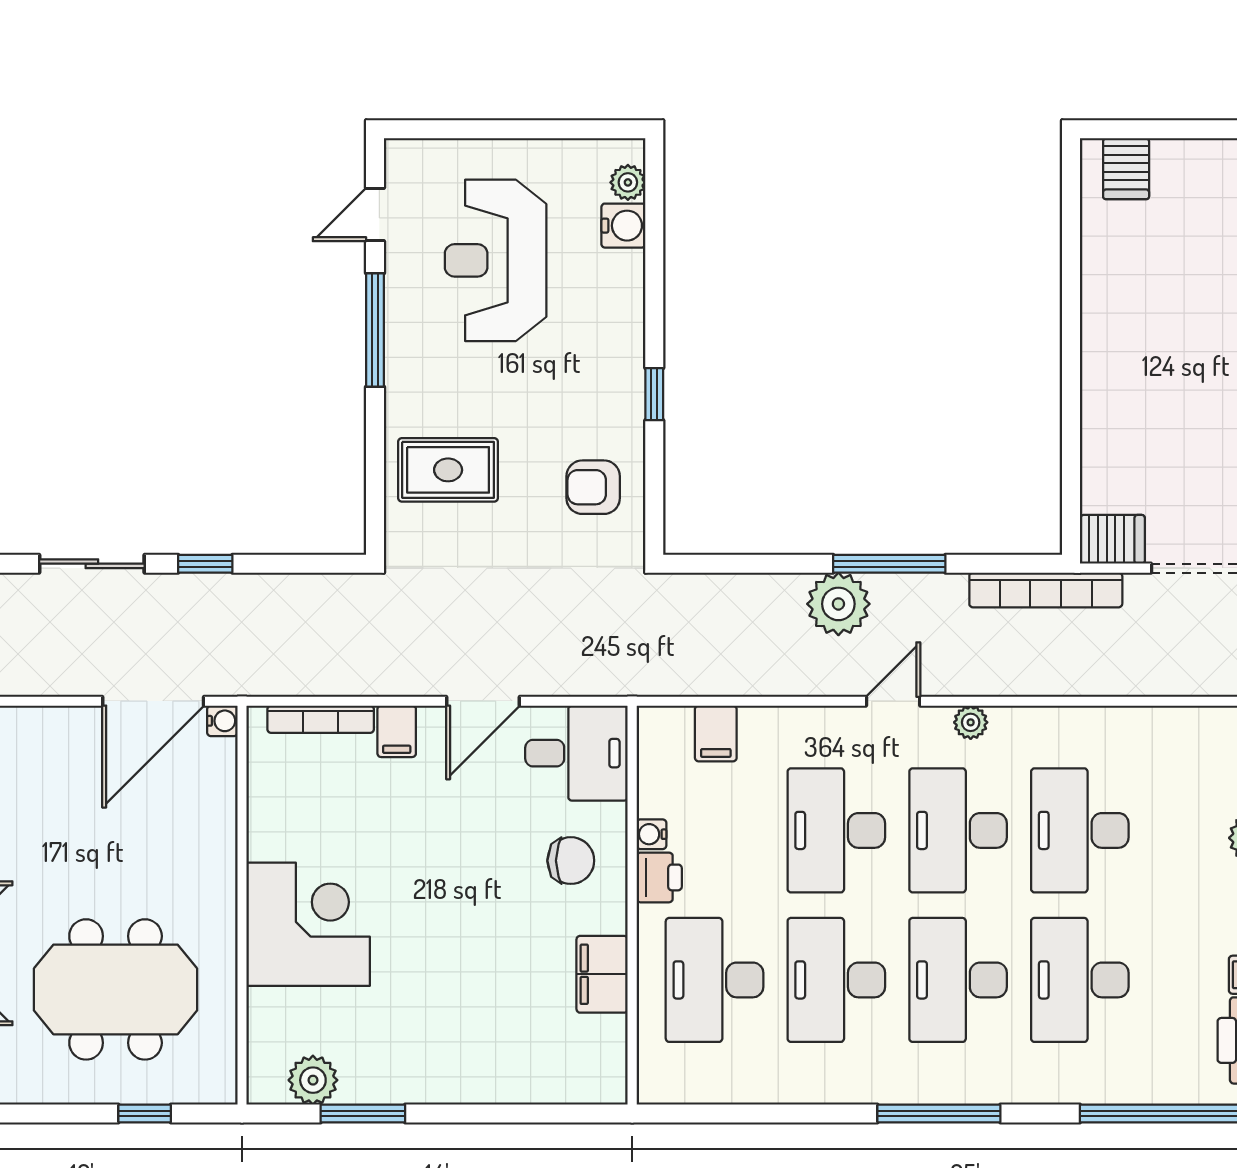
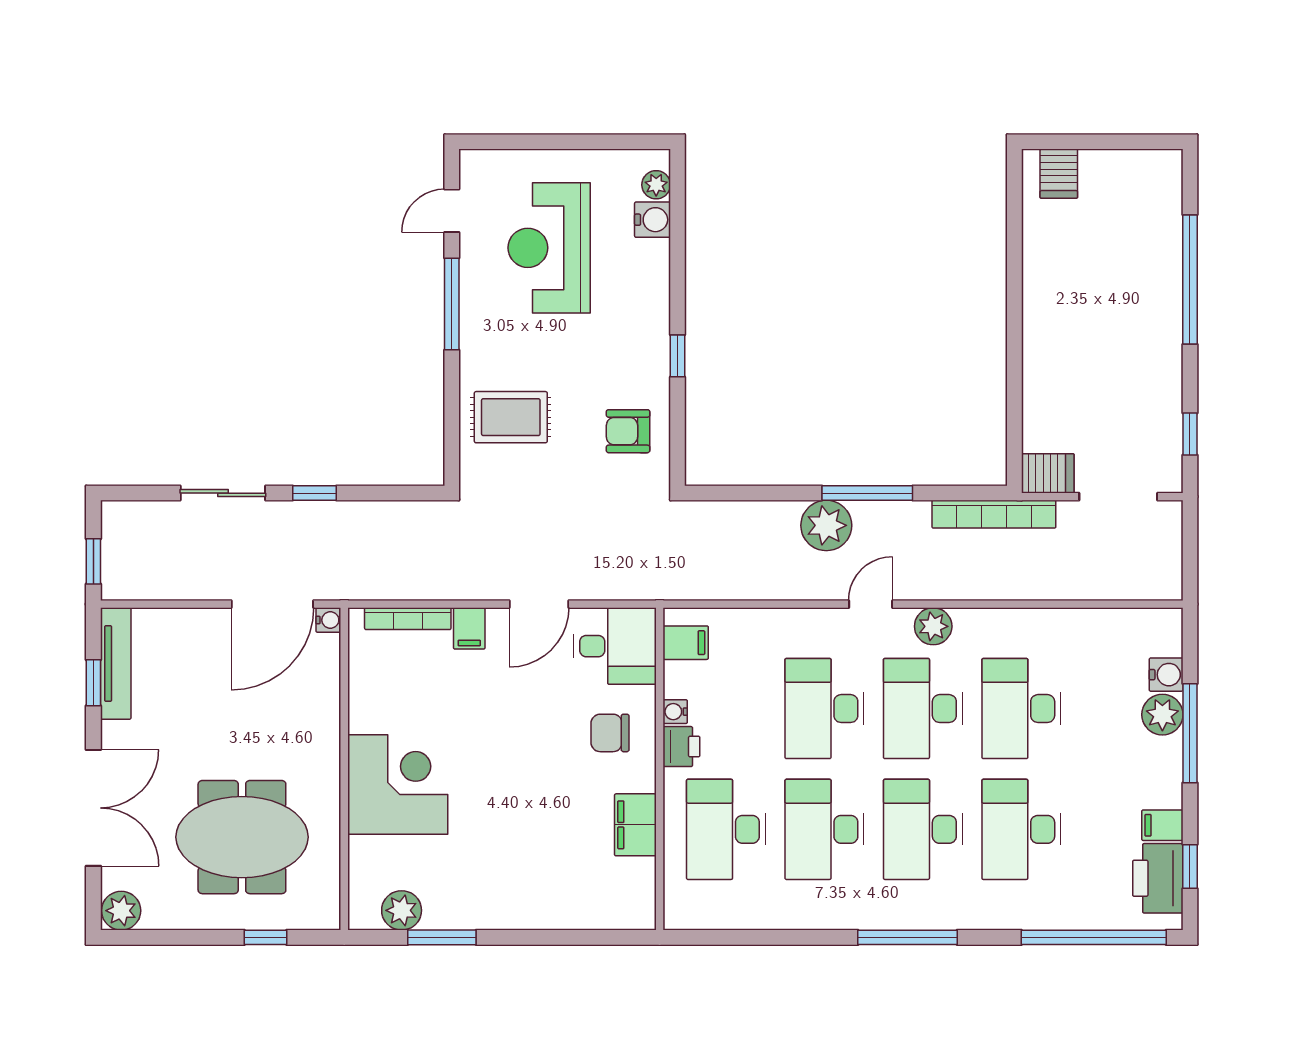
plant: (971, 722) -> (933, 626), width x1.38, depth x1.38
filing cabinet: (716, 733) -> (686, 643), moved, turned -90
chair: (571, 861) -> (610, 733), turned 180

